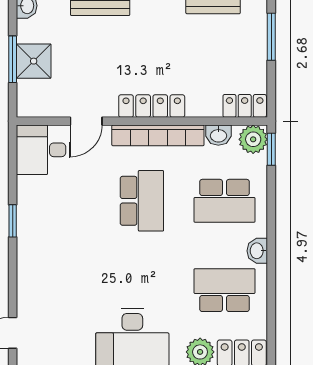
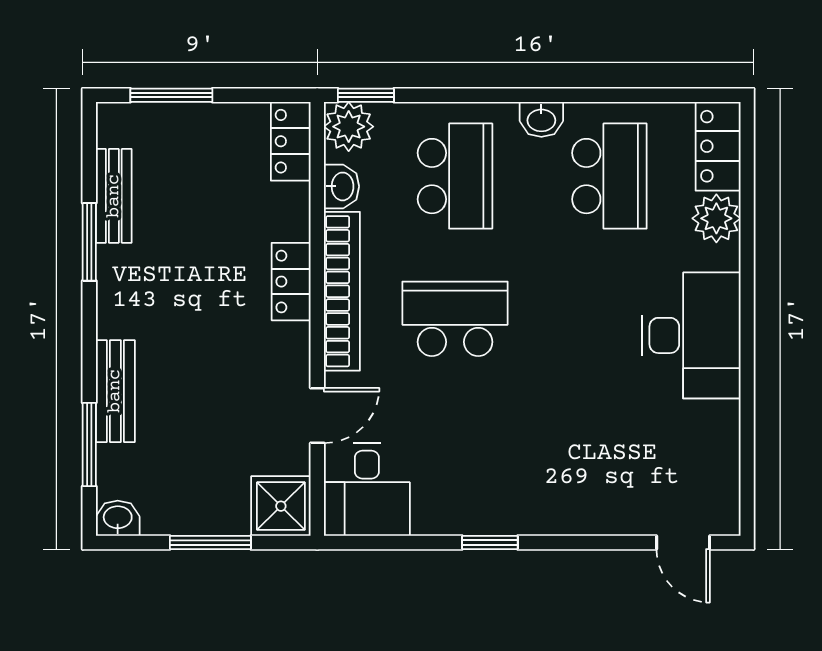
shower: (34, 61) -> (281, 506), moved
locker: (152, 106) -> (291, 282), width x0.66
door: (86, 121) -> (317, 415), hinge flipped
school desk: (224, 290) -> (609, 176), turned 180

